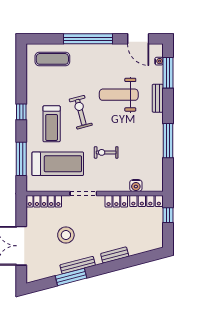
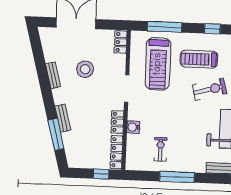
exercise bike: (106, 152) -> (160, 149), moved
water cooler: (136, 186) -> (133, 127), moved
locker: (44, 201) -> (121, 42), width x0.66
bench: (78, 265) -> (53, 75), width x0.73
window: (71, 277) -> (56, 134), moved

